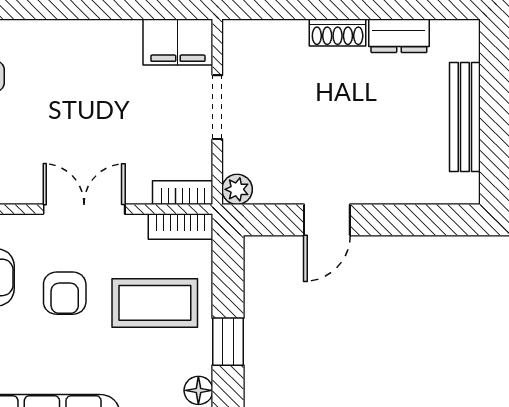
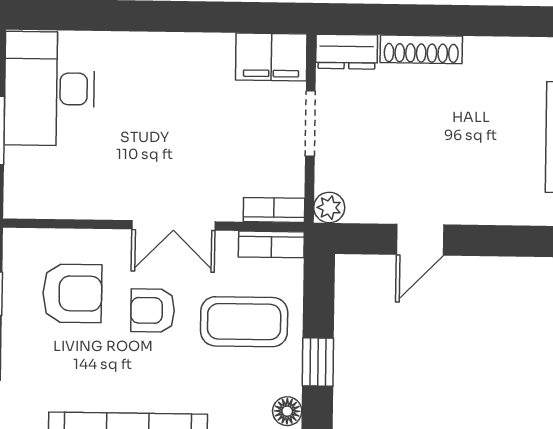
shoe rack: (338, 32) -> (421, 49), width x1.43
dresser: (399, 36) -> (347, 52), moved
double door: (84, 209) -> (173, 225), swing flipped
armchair: (65, 293) -> (153, 310), turned 90

